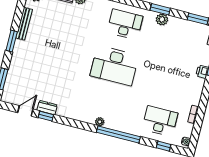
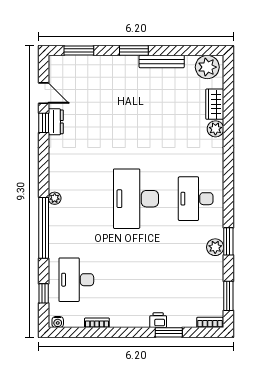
desk: (125, 24) -> (196, 199), turned 180
desk: (160, 121) -> (76, 280), turned 180

